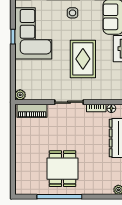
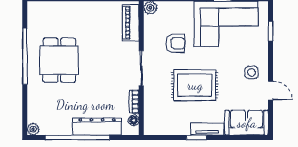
armchair: (49, 75) -> (175, 43), added
dining table: (63, 169) -> (59, 60), turned 90

